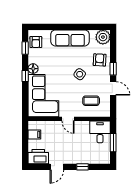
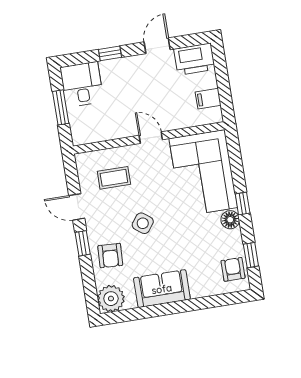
sofa: (70, 38) -> (162, 289), width x0.73
desk: (100, 132) -> (82, 84), moved, turned 180

